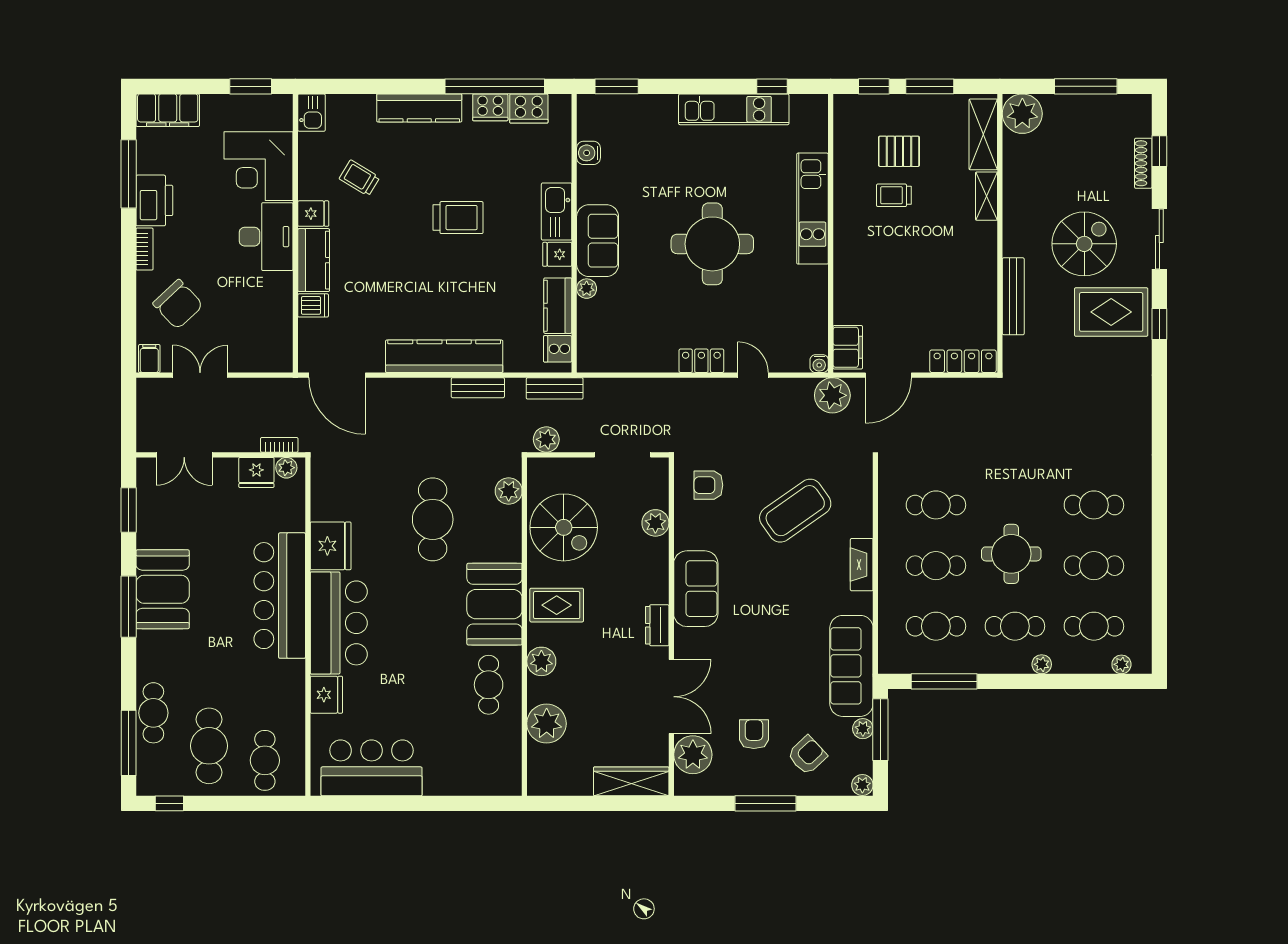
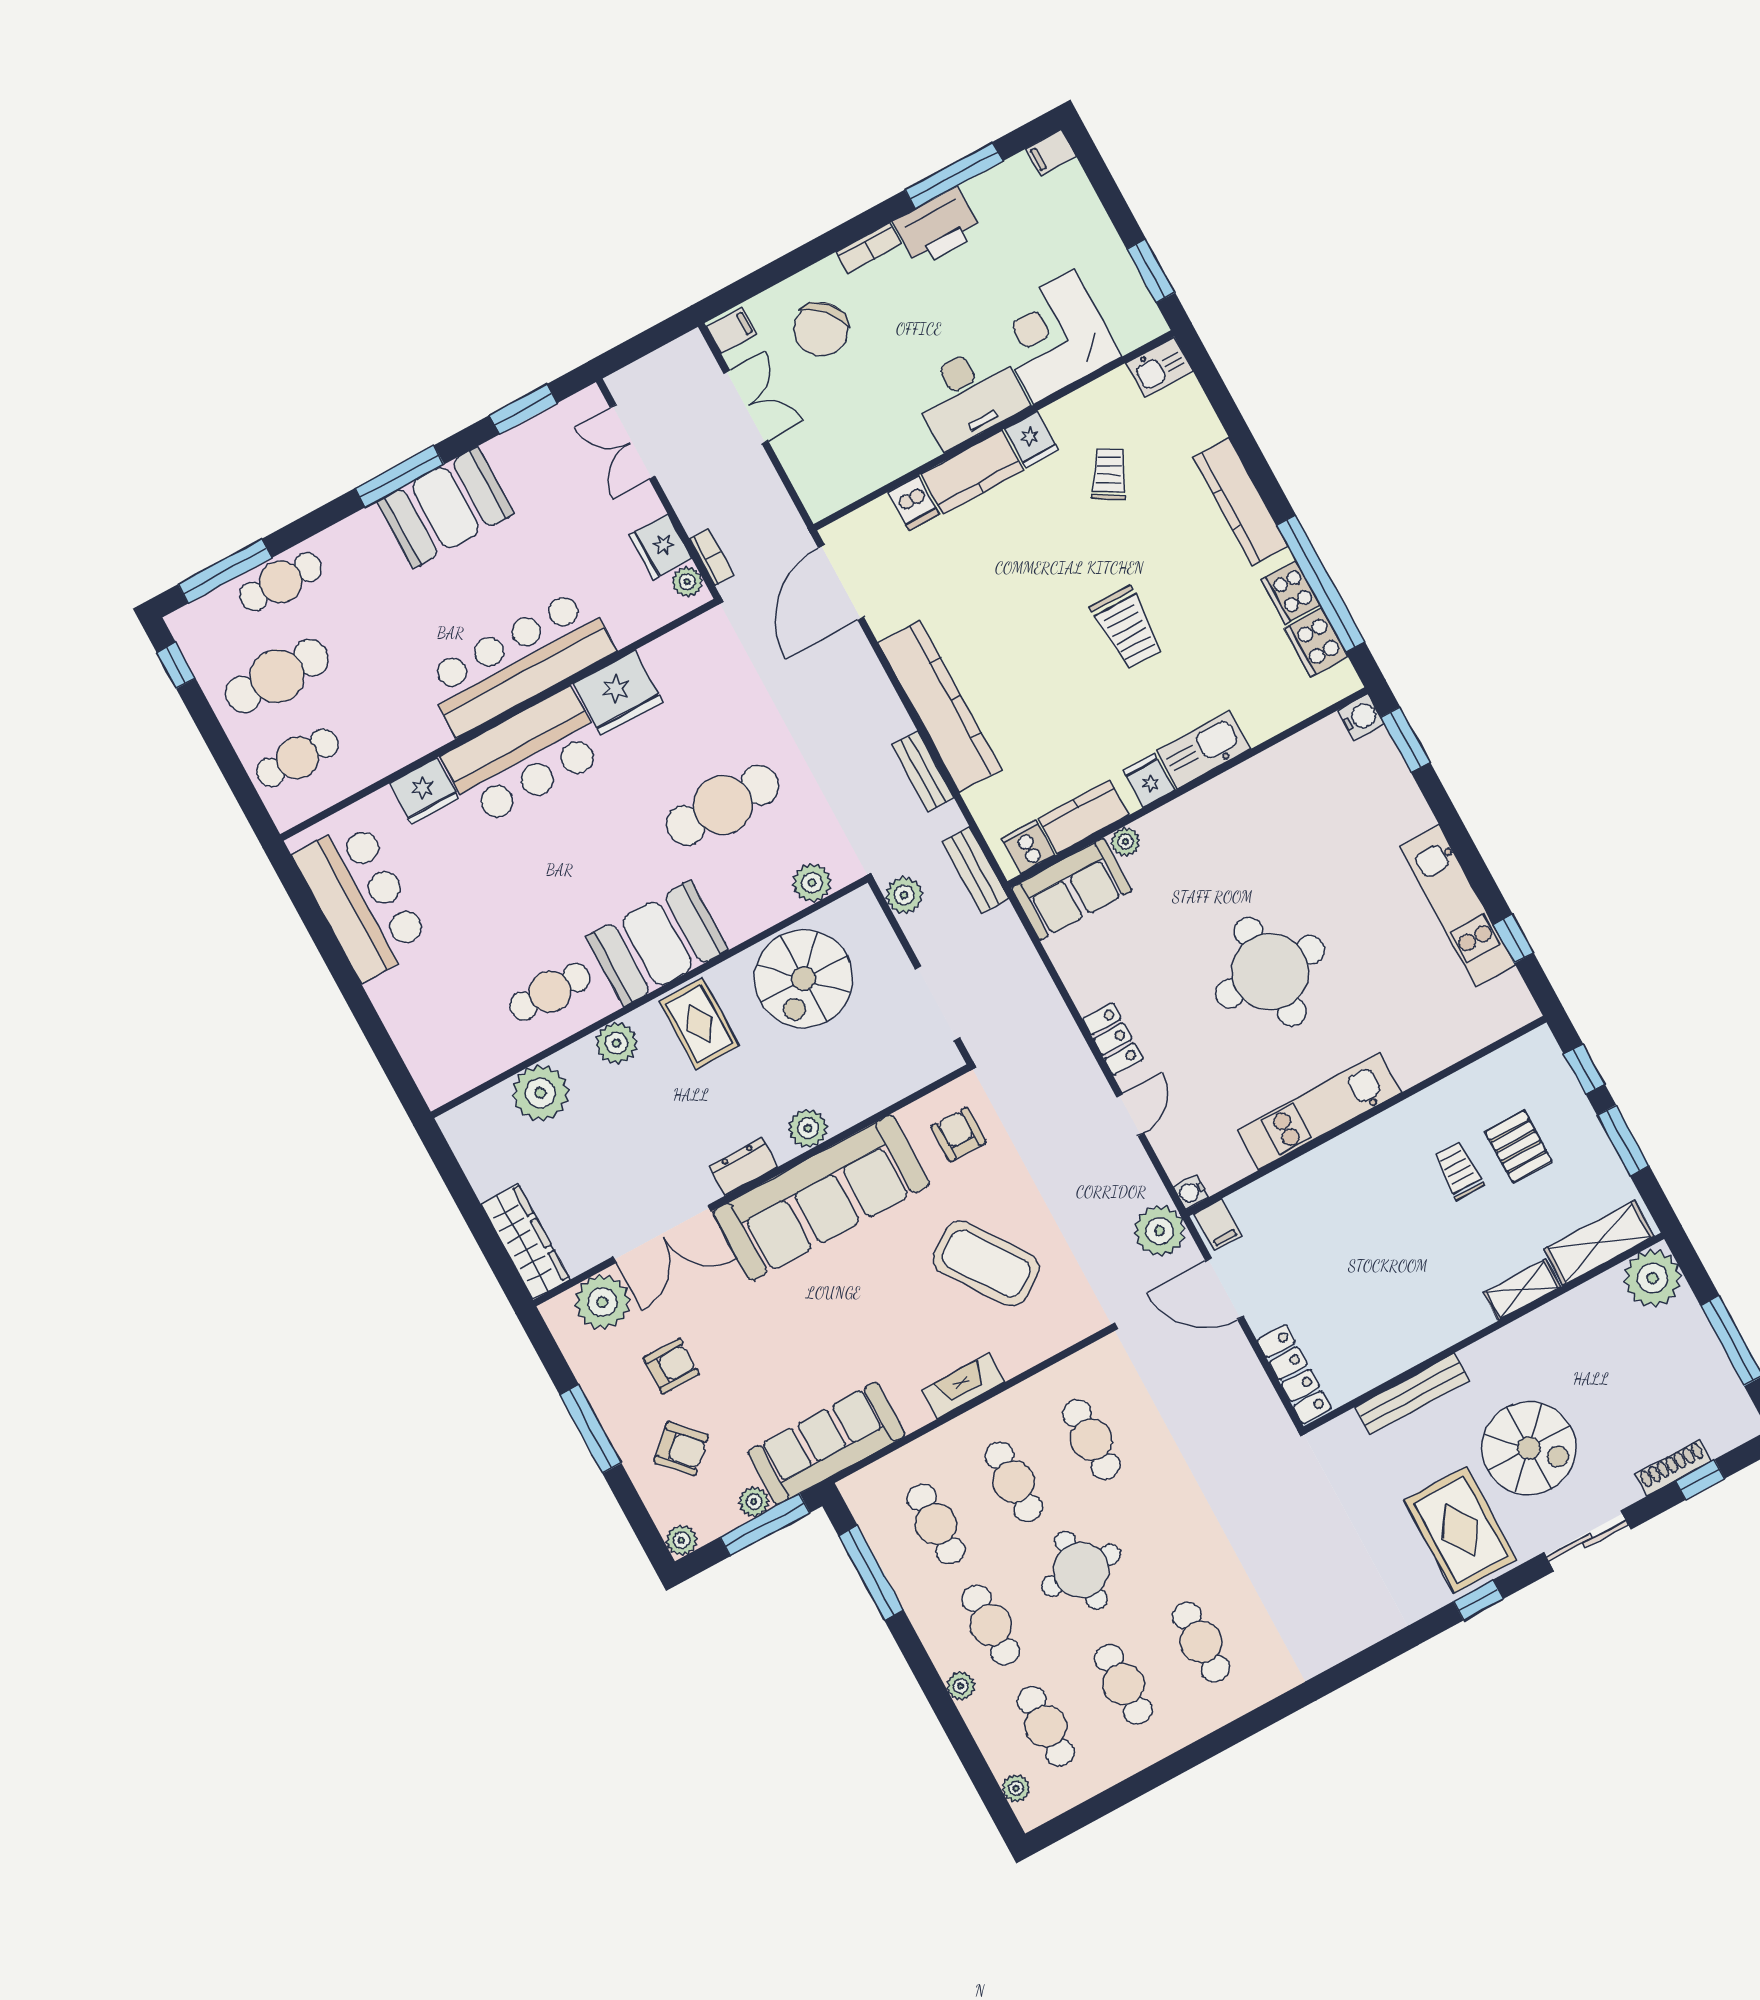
filing cabinet: (168, 110) -> (1051, 152), width x0.33, depth x0.86
water cooler: (589, 153) -> (1361, 717), moved, turned 90
kitchen unit: (812, 209) -> (1319, 1111), moved
sofa: (598, 241) -> (1072, 889), moved
filing cabinet: (848, 347) -> (1218, 1225), width x0.50
plant: (655, 523) -> (808, 1128), moved
sofa: (696, 589) -> (821, 1198), width x1.85, depth x1.27

